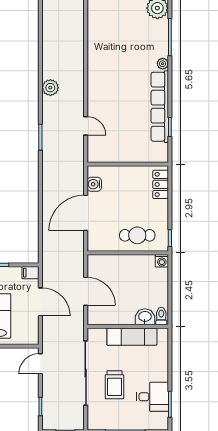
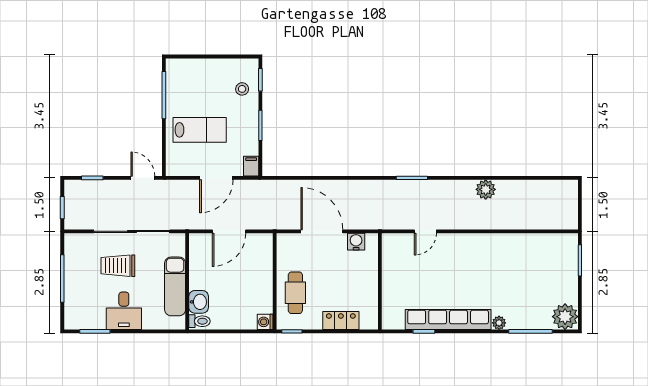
plant: (50, 88) -> (486, 189), moved
locker: (161, 184) -> (341, 320), moved
desk: (152, 397) -> (124, 311), moved

